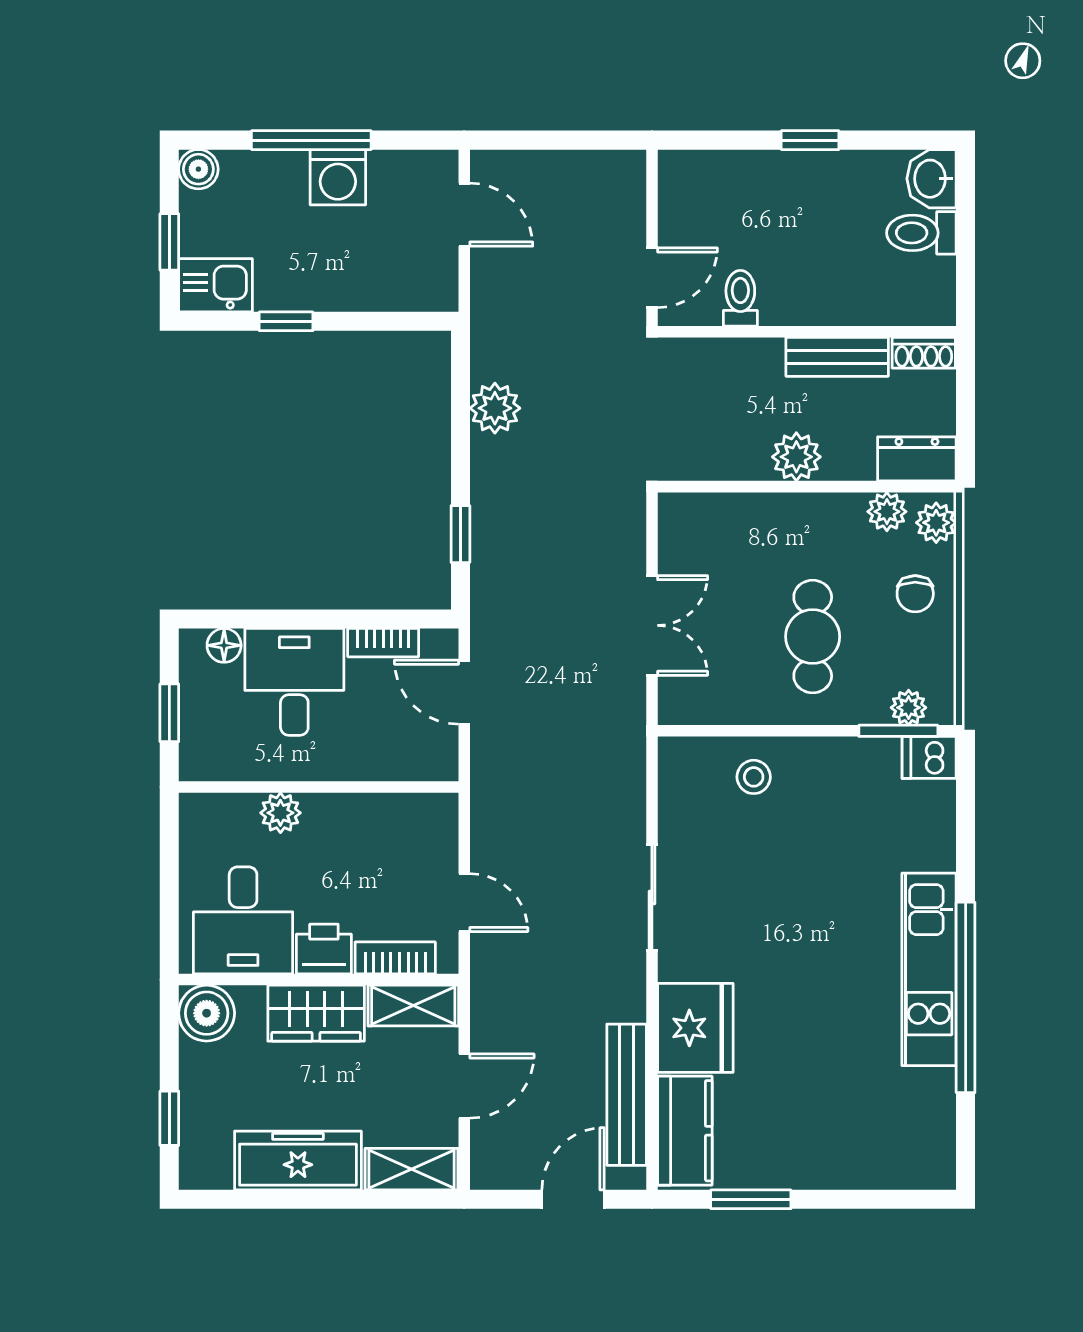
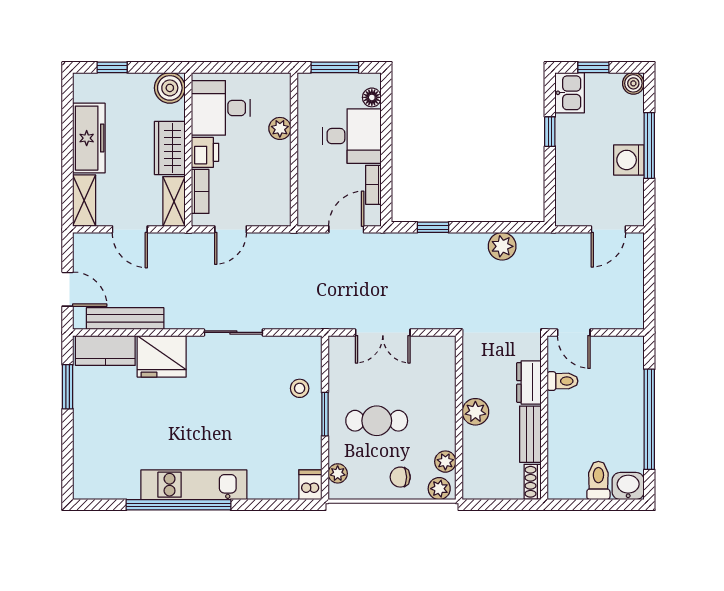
window: (810, 140) -> (649, 419), width x3.17
dresser: (917, 459) -> (529, 382), moved, turned 180
window: (169, 713) -> (335, 67), width x1.50
window: (898, 731) -> (325, 414), moved

